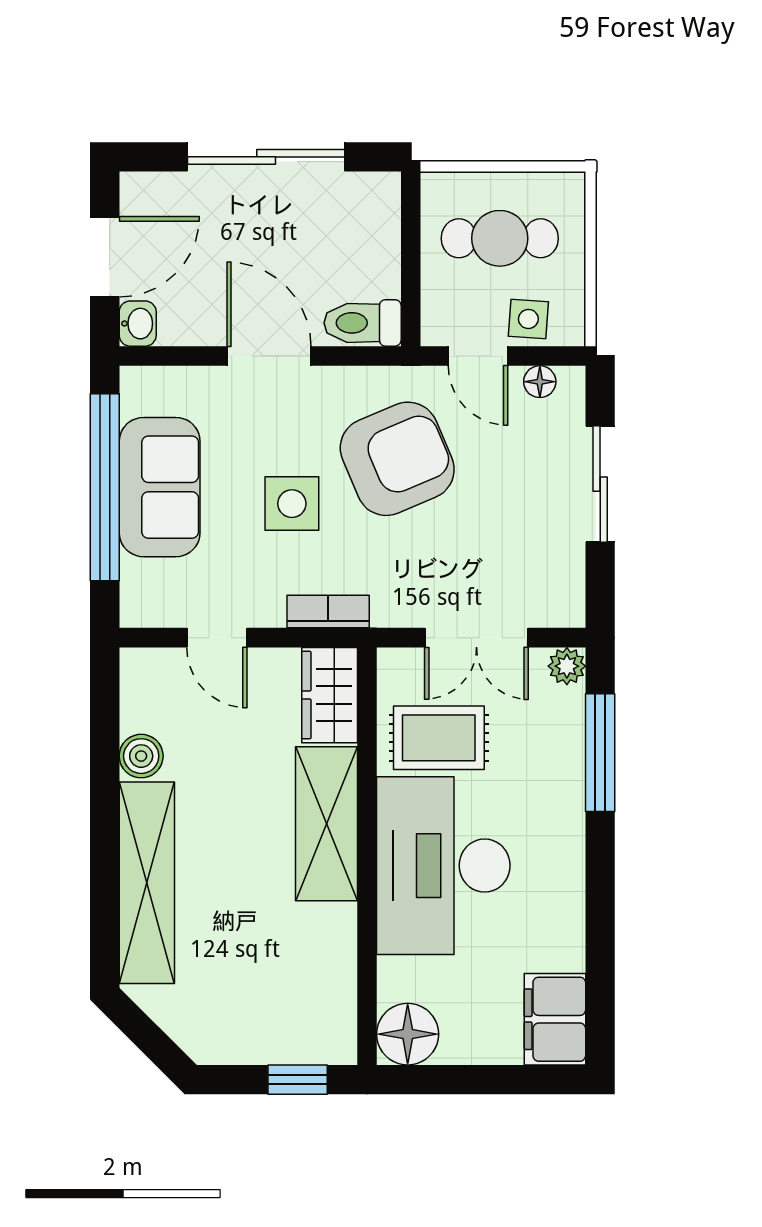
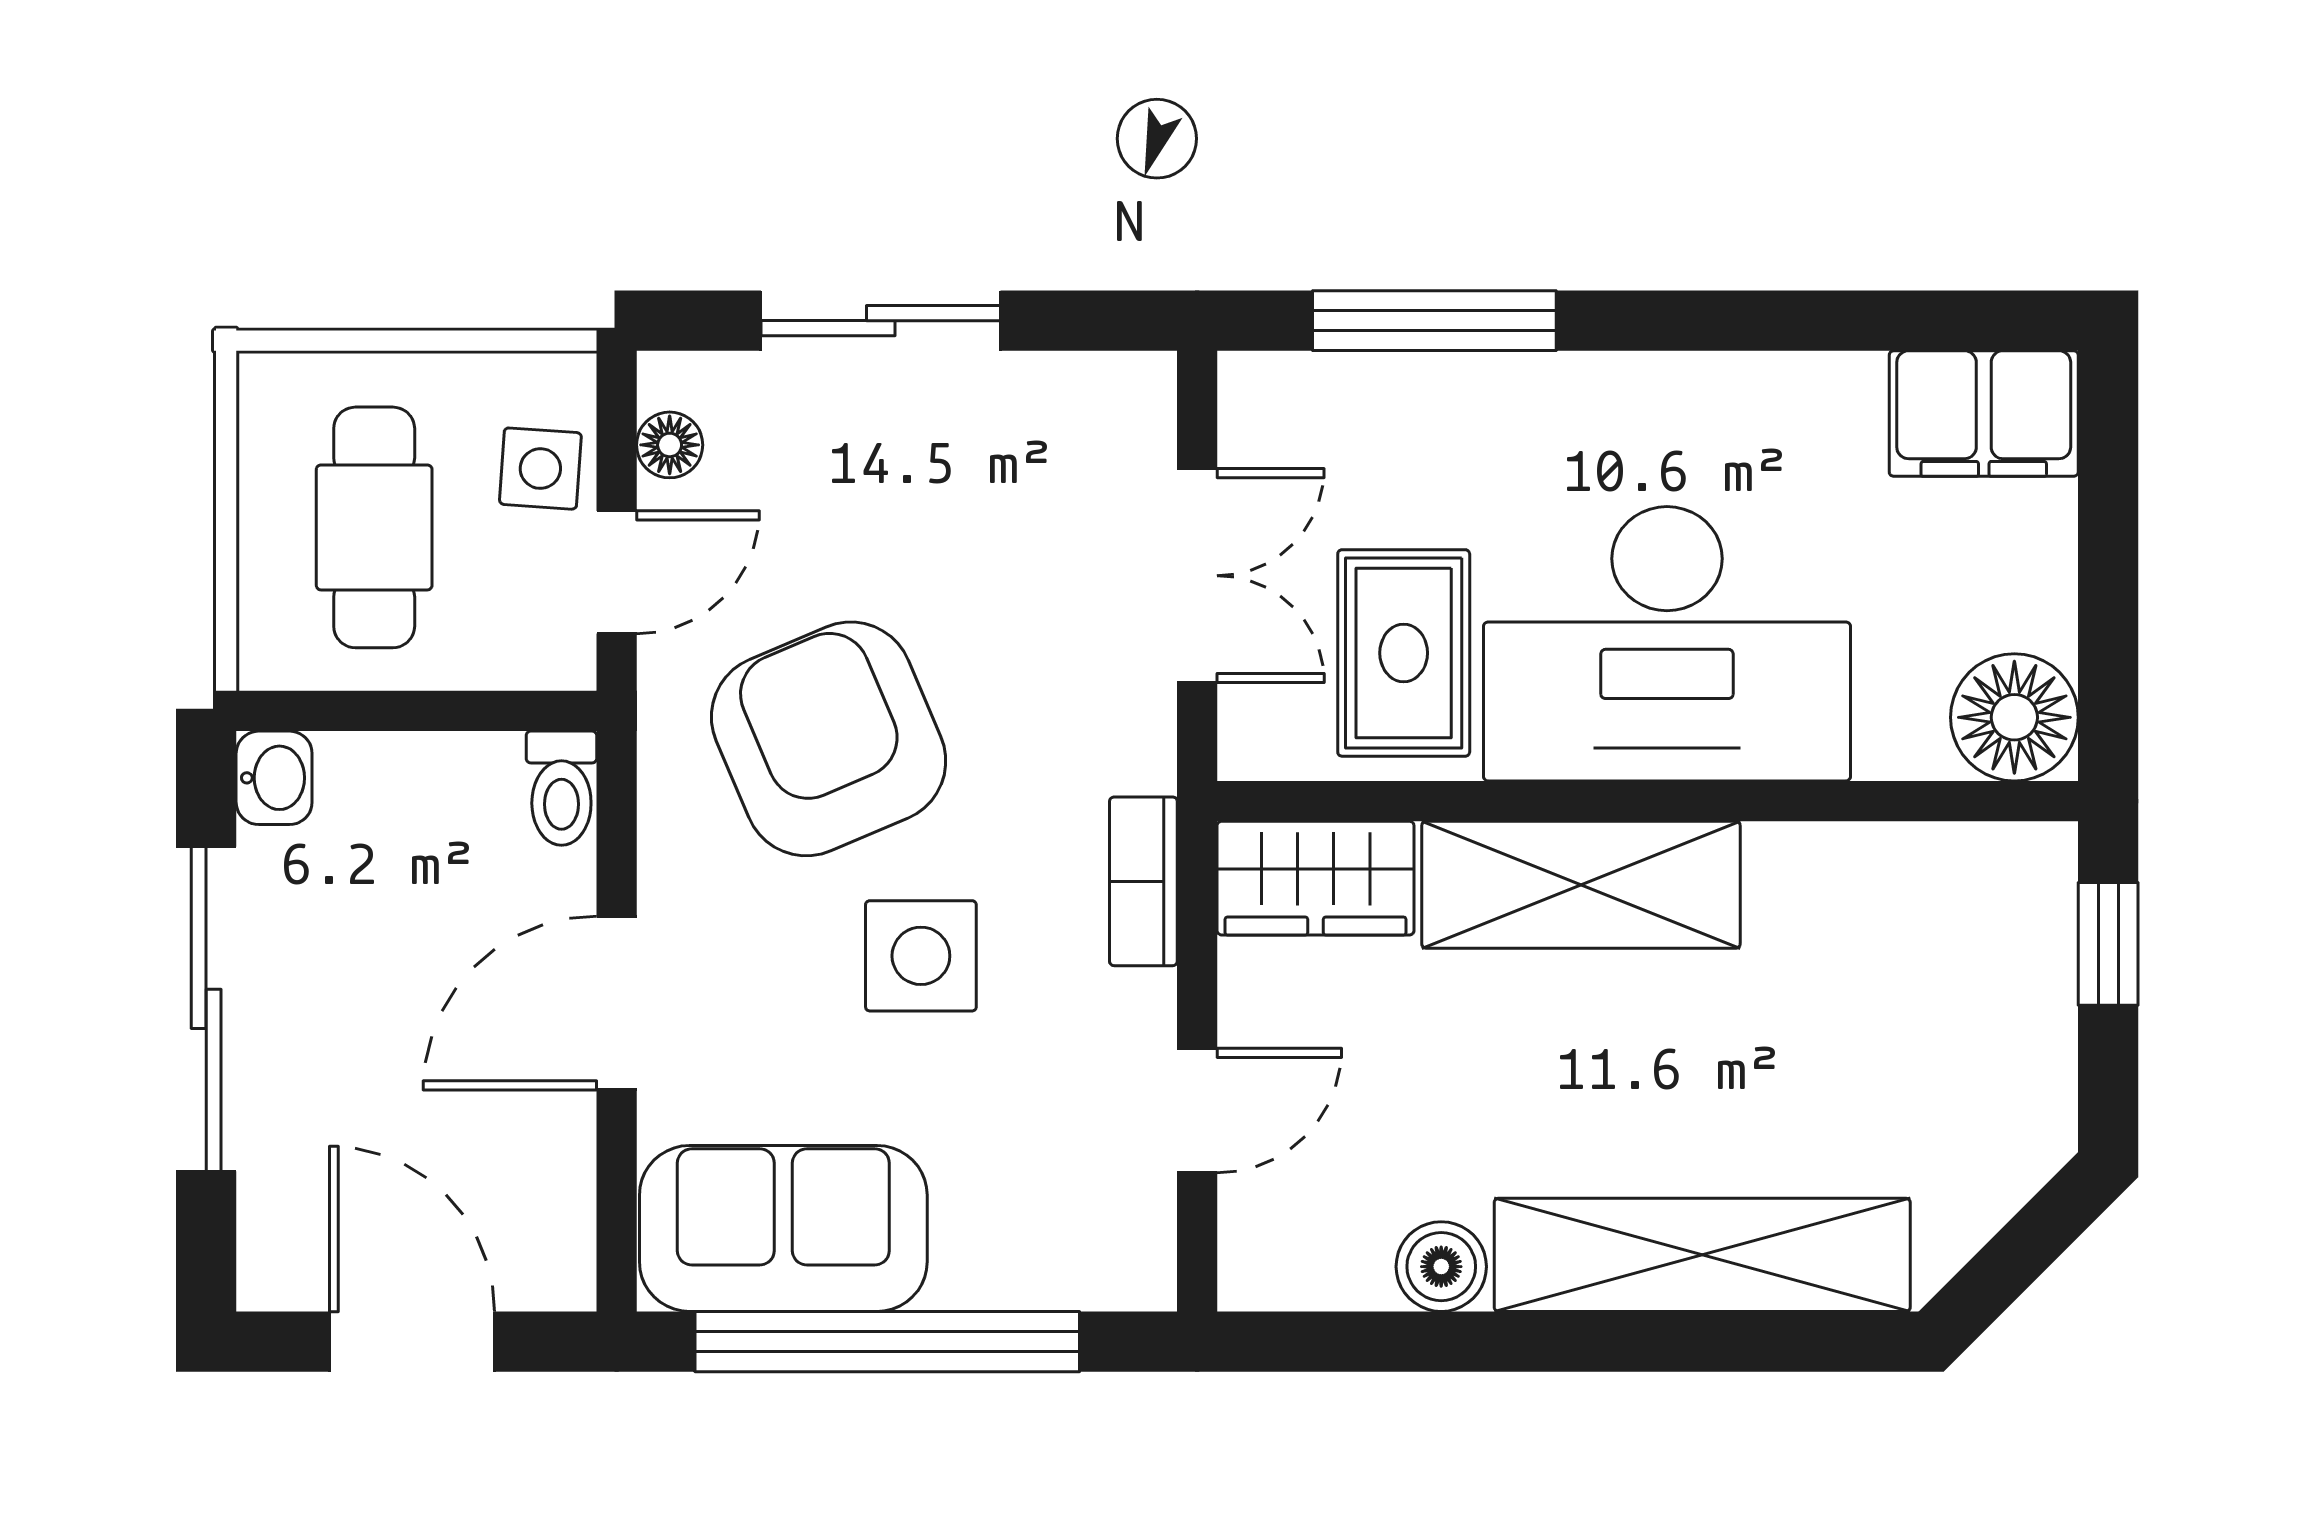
toilet: (363, 323) -> (561, 788), width x0.73, depth x0.72
washbasin: (138, 324) -> (274, 778), moved, turned 90
sofa: (160, 487) -> (783, 1228), moved
plant: (567, 666) -> (1256, 389), removed

